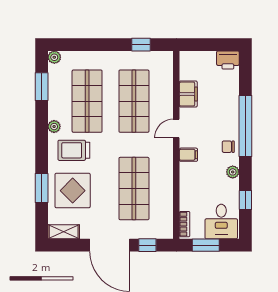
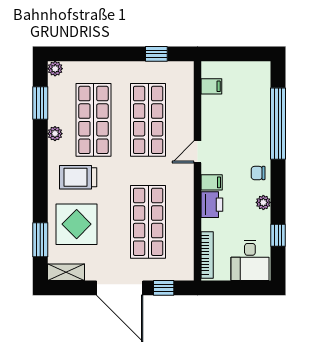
printer: (228, 60) -> (212, 205), moved, turned -90
filing cabinet: (188, 94) -> (211, 86), moved, width x0.50
window: (245, 126) -> (278, 124), moved
plant: (54, 127) -> (55, 134), moved
window: (42, 188) -> (40, 240), moved
bookcase: (185, 224) -> (207, 255), width x1.56
window: (206, 245) -> (232, 288), removed

